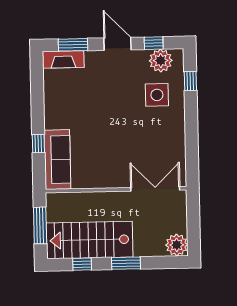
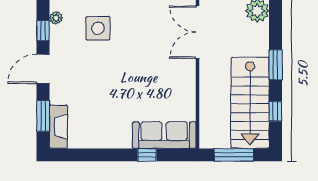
plant: (161, 61) -> (56, 18), width x0.53, depth x0.53

